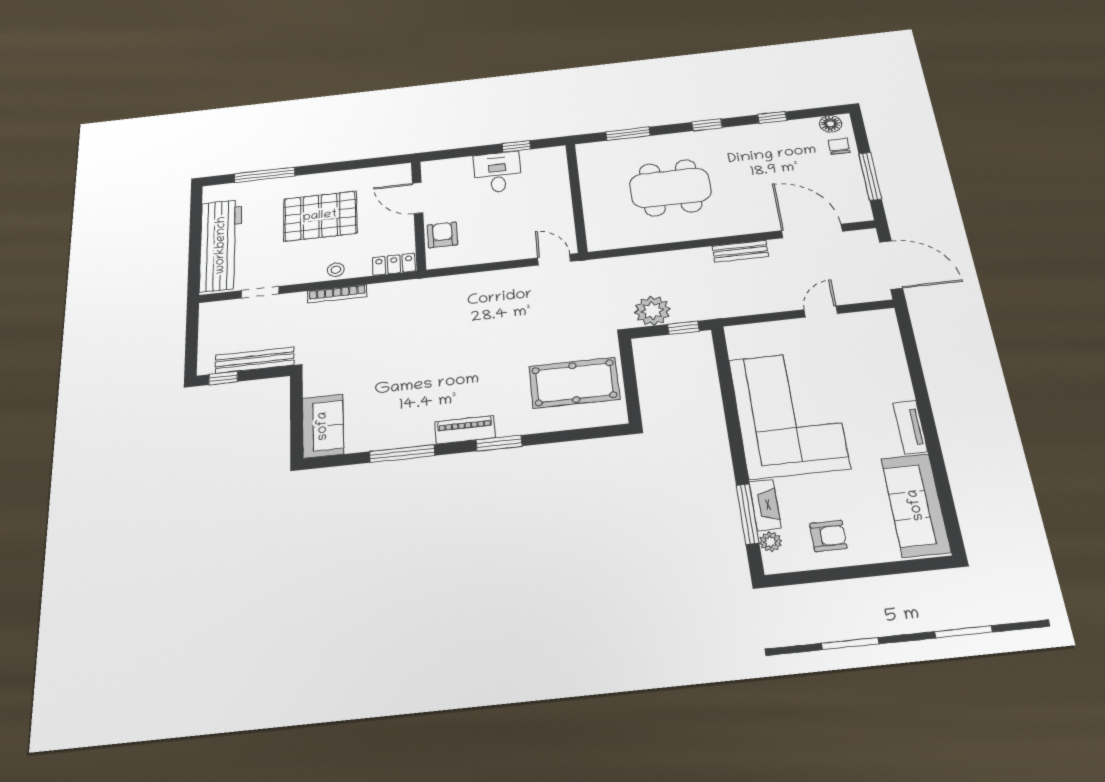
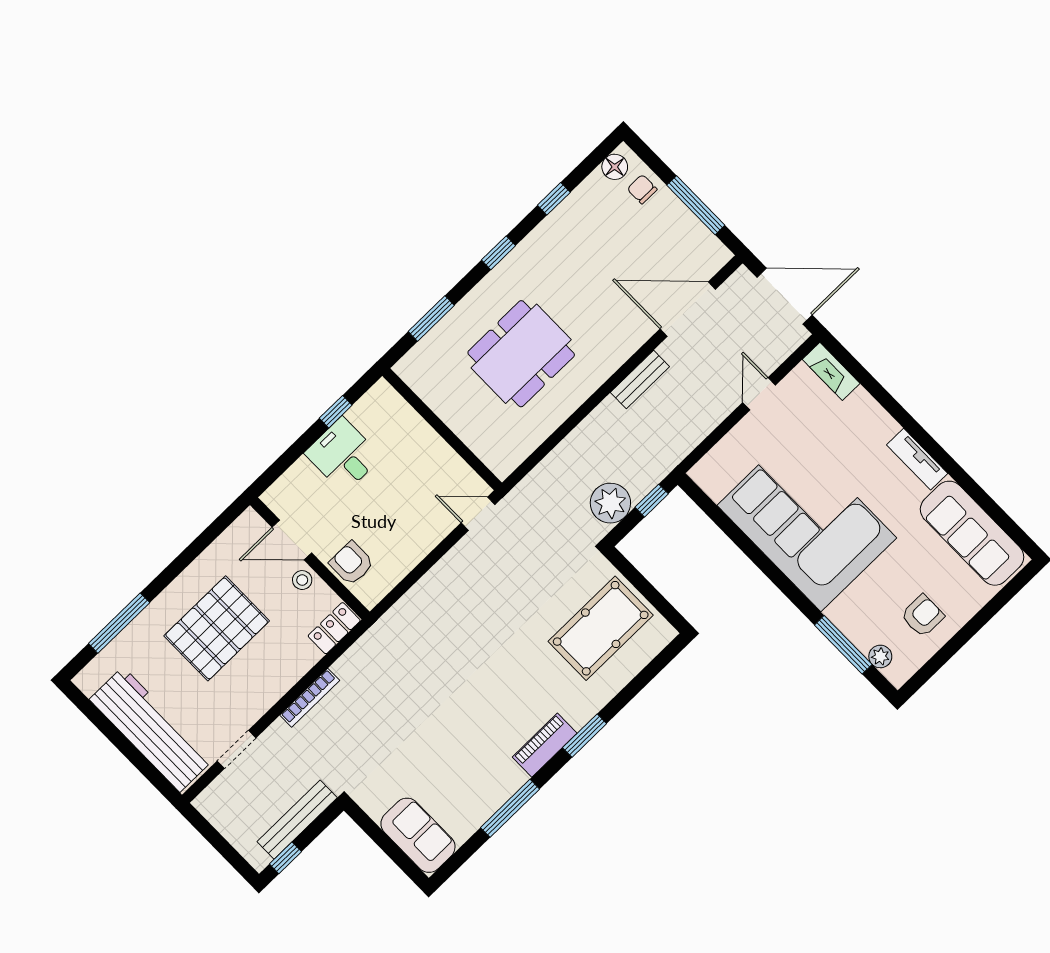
stool: (336, 270) -> (302, 580), moved
fireplace: (765, 505) -> (831, 371), moved, turned 180

